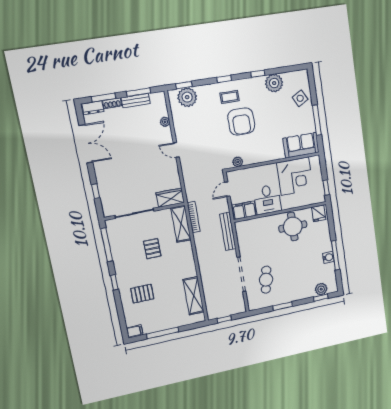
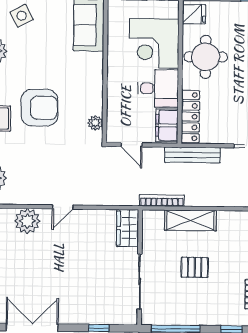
plant: (165, 122) -> (27, 221), width x1.87, depth x1.87
corner desk: (295, 176) -> (154, 43), moved, turned 180
shelving: (181, 224) -> (190, 220), moved
locker: (253, 225) -> (190, 117), added

